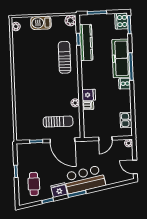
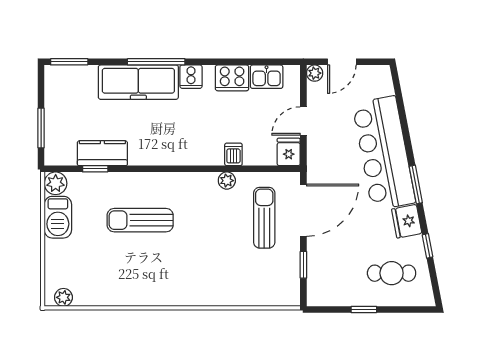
cooker: (121, 21) -> (232, 78), moved
barbecue: (41, 23) -> (58, 217), moved
kitchen counter: (86, 42) -> (102, 153), width x0.67
sun lounger: (65, 57) -> (140, 220), moved
fridge: (89, 95) -> (289, 152), moved
door: (105, 139) -> (303, 121), swing flipped
door: (135, 167) -> (342, 62), moved
bar counter: (85, 180) -> (384, 153), width x1.36

